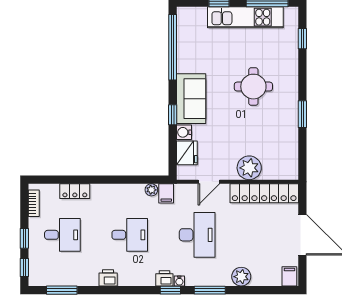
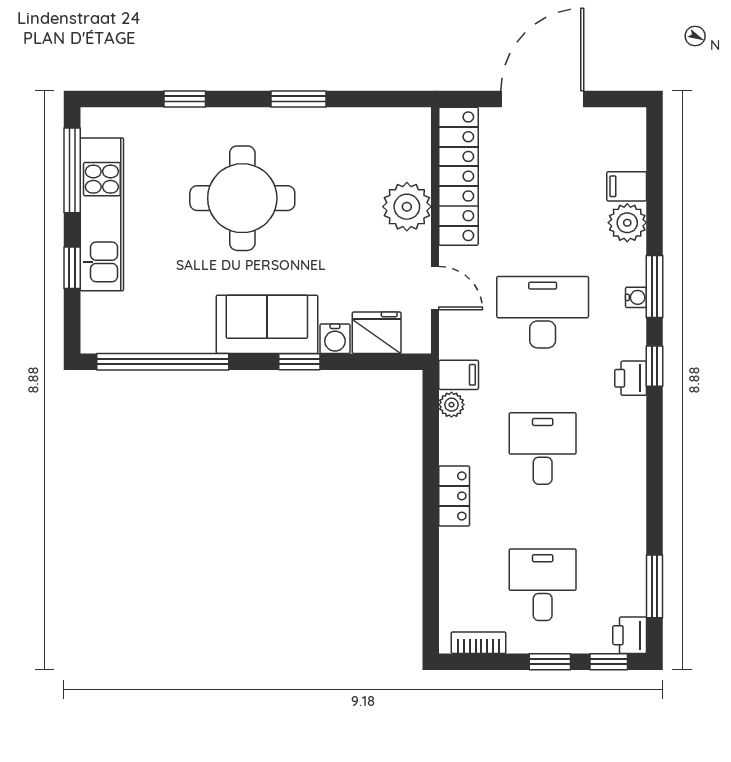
window: (302, 39) -> (185, 99), moved
round table: (253, 87) -> (242, 198), width x1.36, depth x1.36
locker: (75, 191) -> (454, 496), moved
filing cabinet: (289, 276) -> (627, 186), moved
printer: (108, 278) -> (630, 635), moved
water cooler: (179, 281) -> (636, 297), moved

